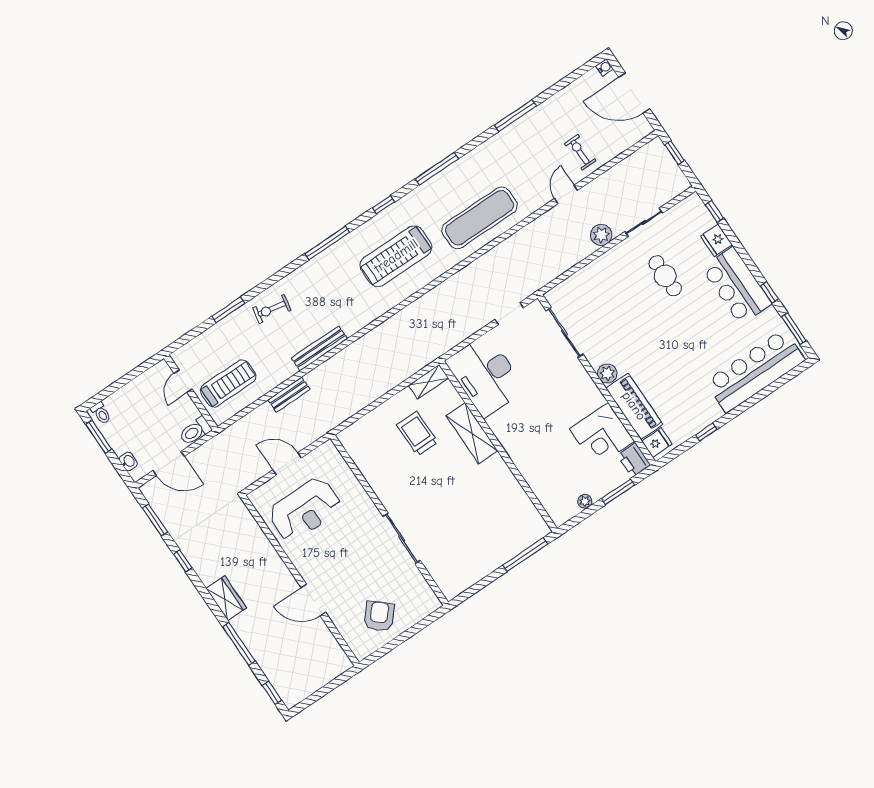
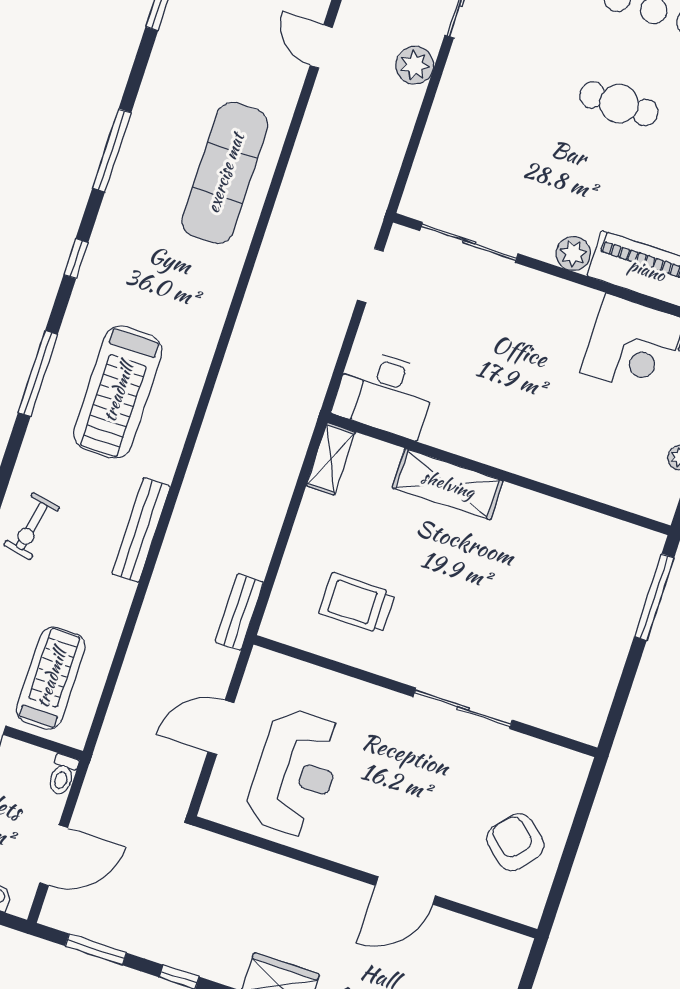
treadmill: (396, 256) -> (118, 392), moved
cafe table: (665, 276) -> (619, 104), moved
desk: (485, 375) -> (385, 393), width x0.73, depth x0.77
bench: (289, 395) -> (239, 612), moved
toilet: (195, 431) -> (62, 775), width x0.73, depth x0.72
trolley: (417, 434) -> (357, 603), moved

